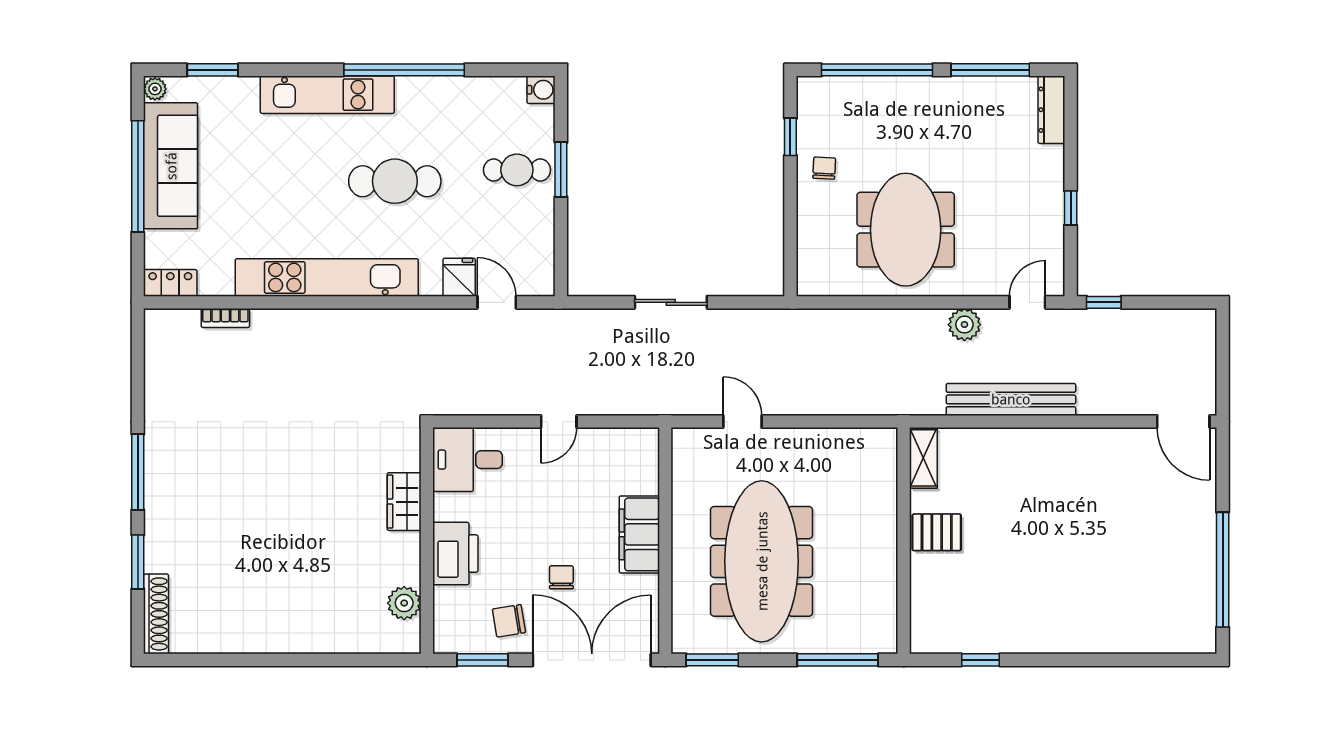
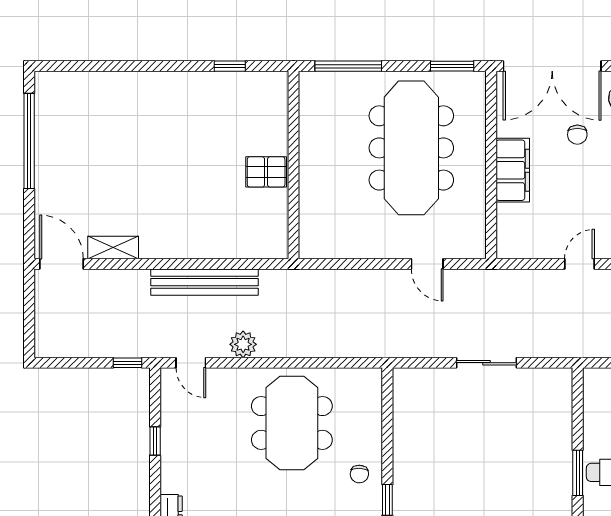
door: (1027, 302) -> (191, 363), hinge flipped
shelving: (923, 458) -> (113, 248), moved, turned 90

